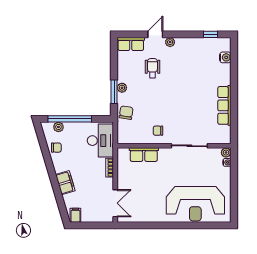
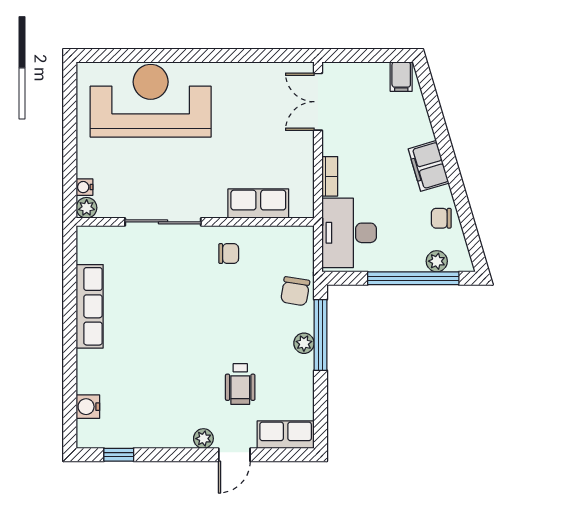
window: (114, 92) -> (321, 335), width x1.44
filing cabinet: (65, 183) -> (429, 166), moved

